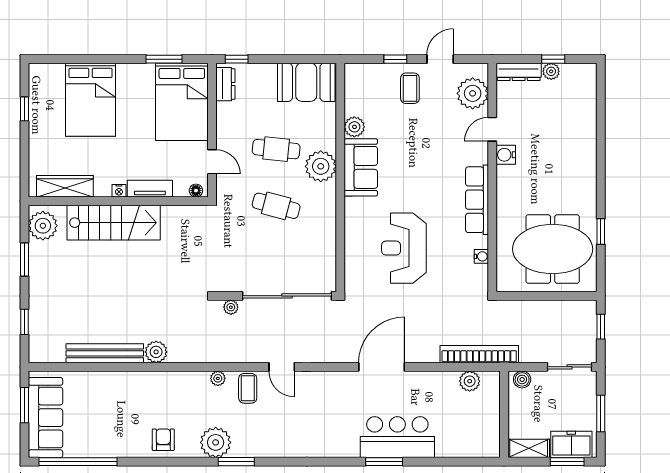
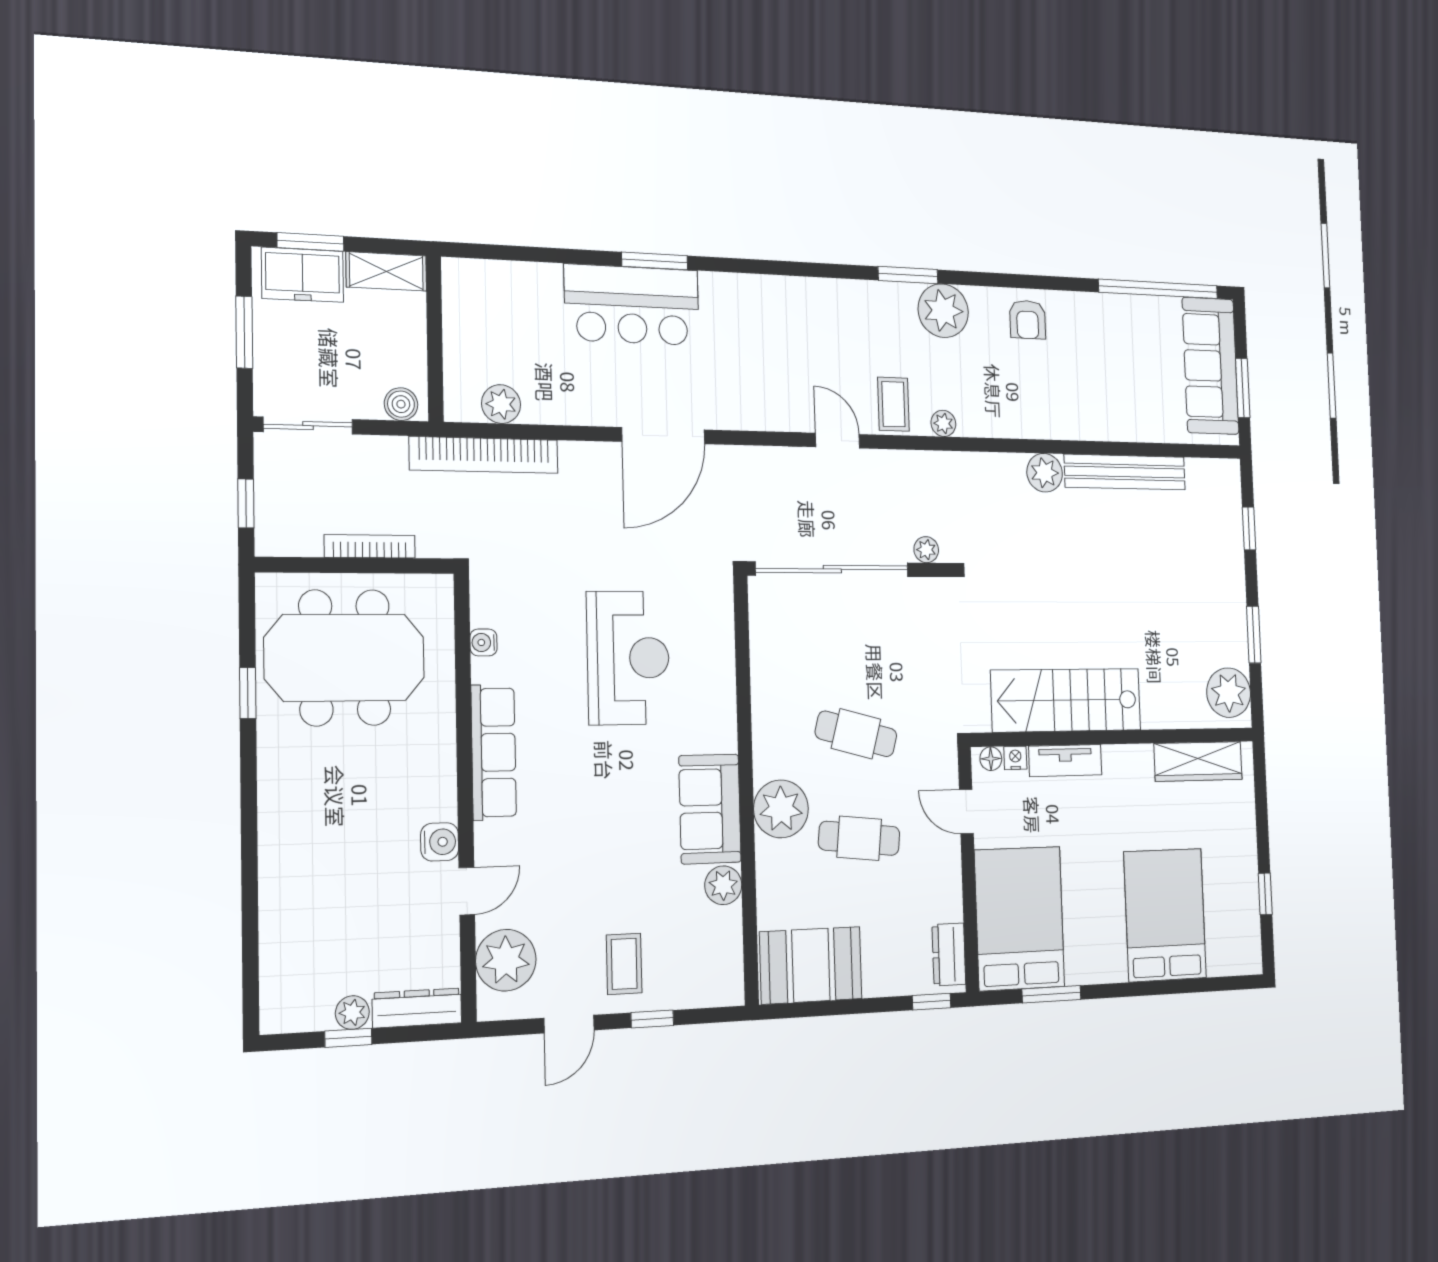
nightstand: (119, 191) -> (1015, 758), moved
stairs: (114, 223) -> (1066, 700), moved
bookcase: (539, 306) -> (370, 546), added

